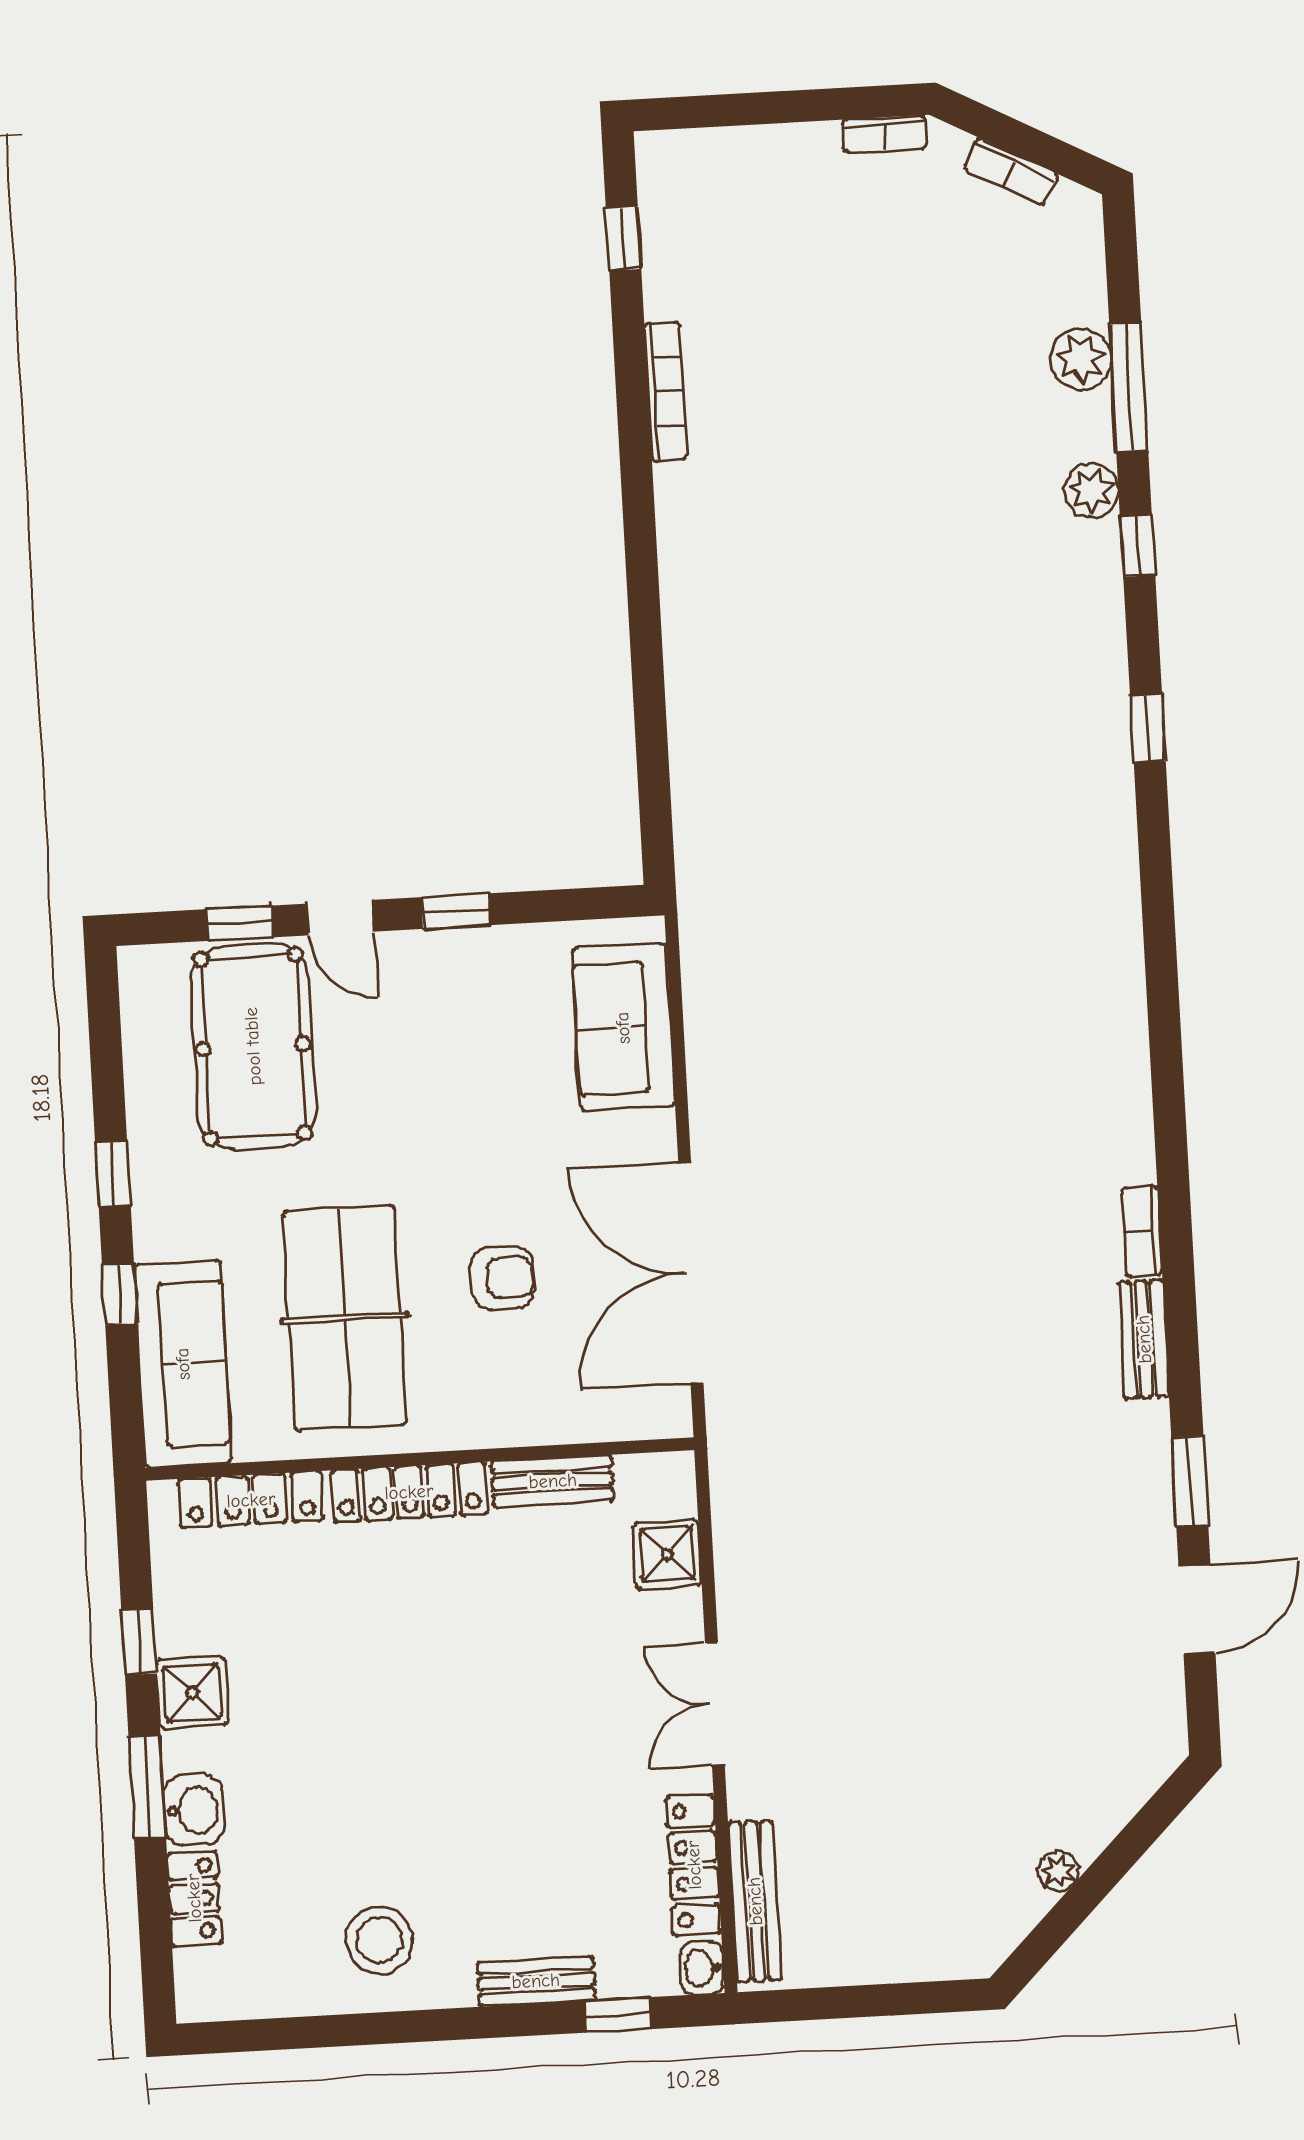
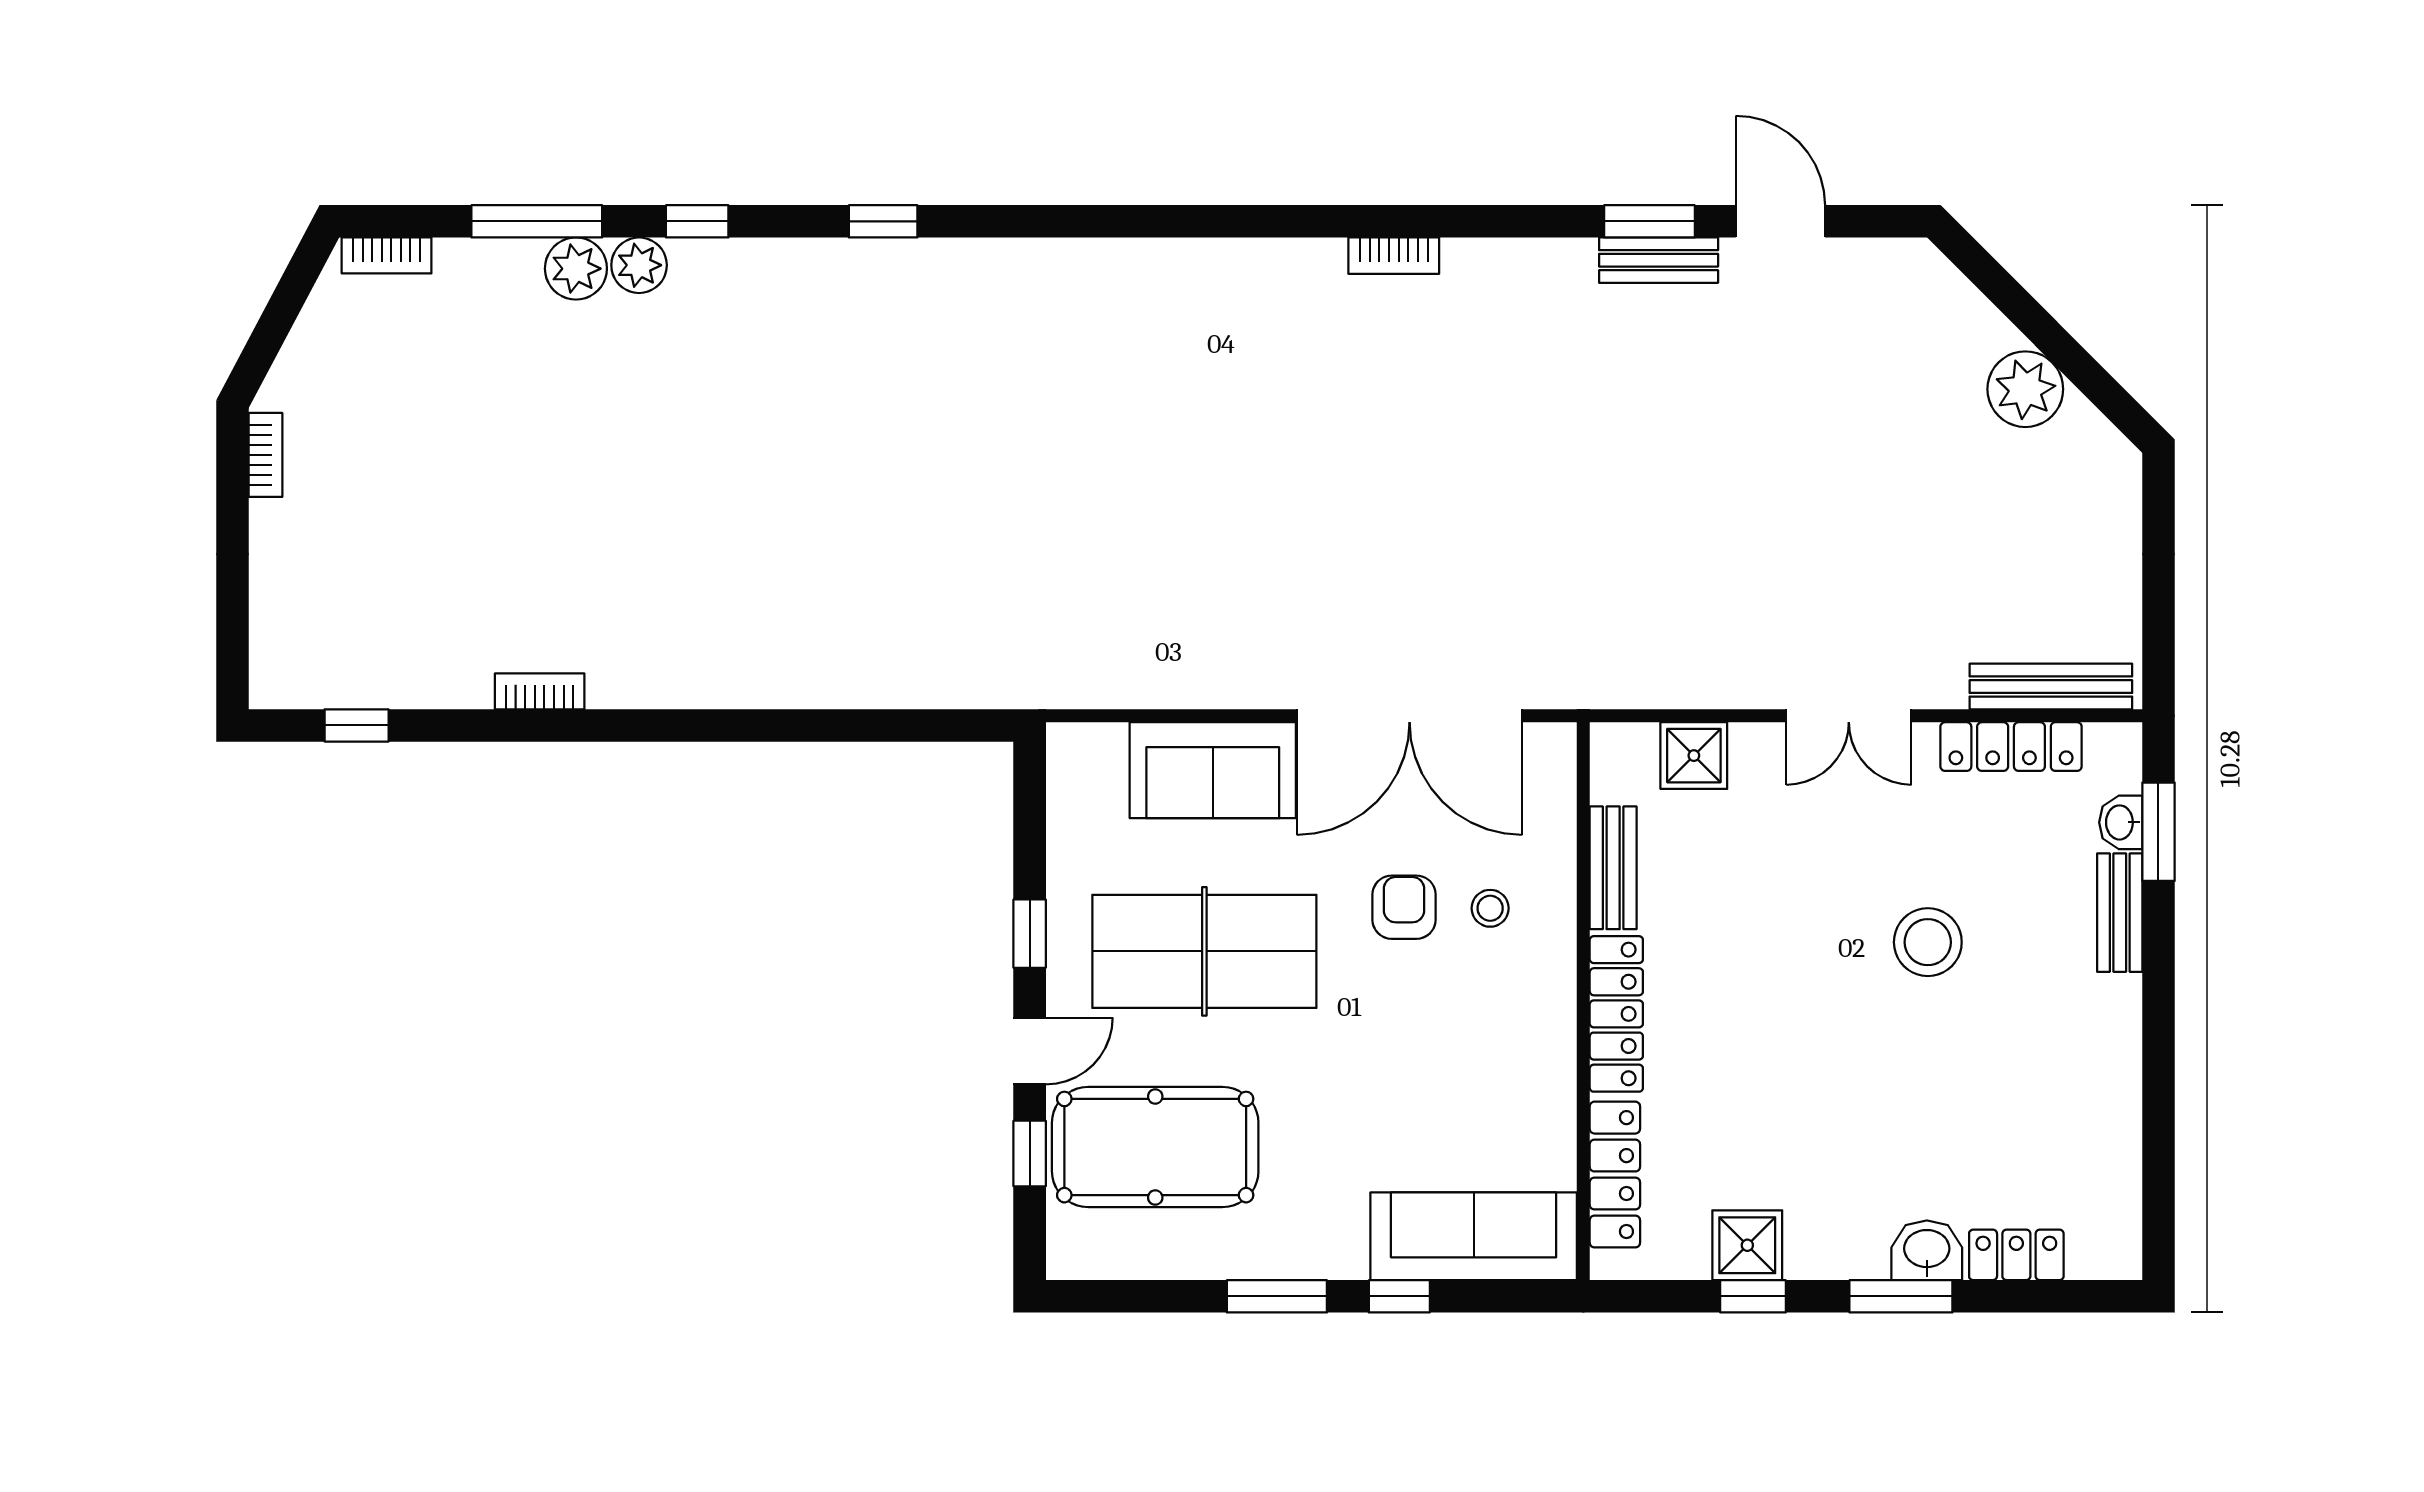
bookcase: (1011, 172) -> (387, 255), moved, turned 62
plant: (1081, 359) -> (576, 269), moved
bookcase: (666, 392) -> (540, 691), width x0.64
sofa: (623, 1028) -> (1213, 770), moved
window: (113, 1174) -> (1277, 1296), width x1.50
table tennis table: (345, 1318) -> (1204, 951), moved
bench: (1144, 1339) -> (1659, 260), moved
stool: (506, 1362) -> (1490, 908), added
shower: (192, 1692) -> (1747, 1245), moved
plant: (1059, 1871) -> (2025, 389), width x1.88, depth x1.88
stool: (379, 1940) -> (1928, 942), moved
washbasin: (702, 1968) -> (2121, 822), moved, turned 90
window: (618, 2015) -> (2158, 832), width x1.50

